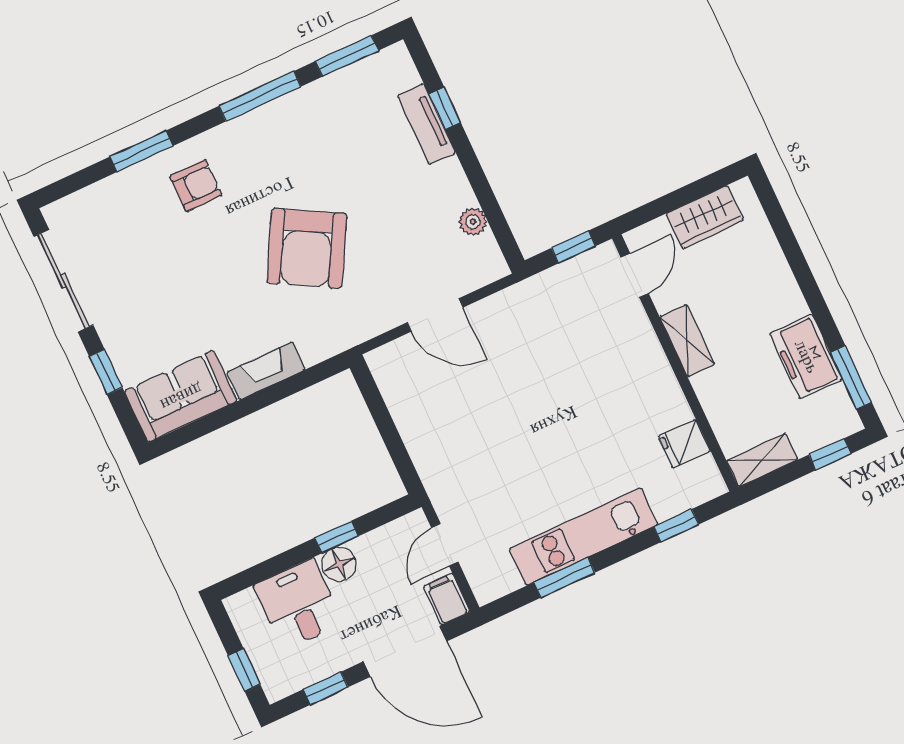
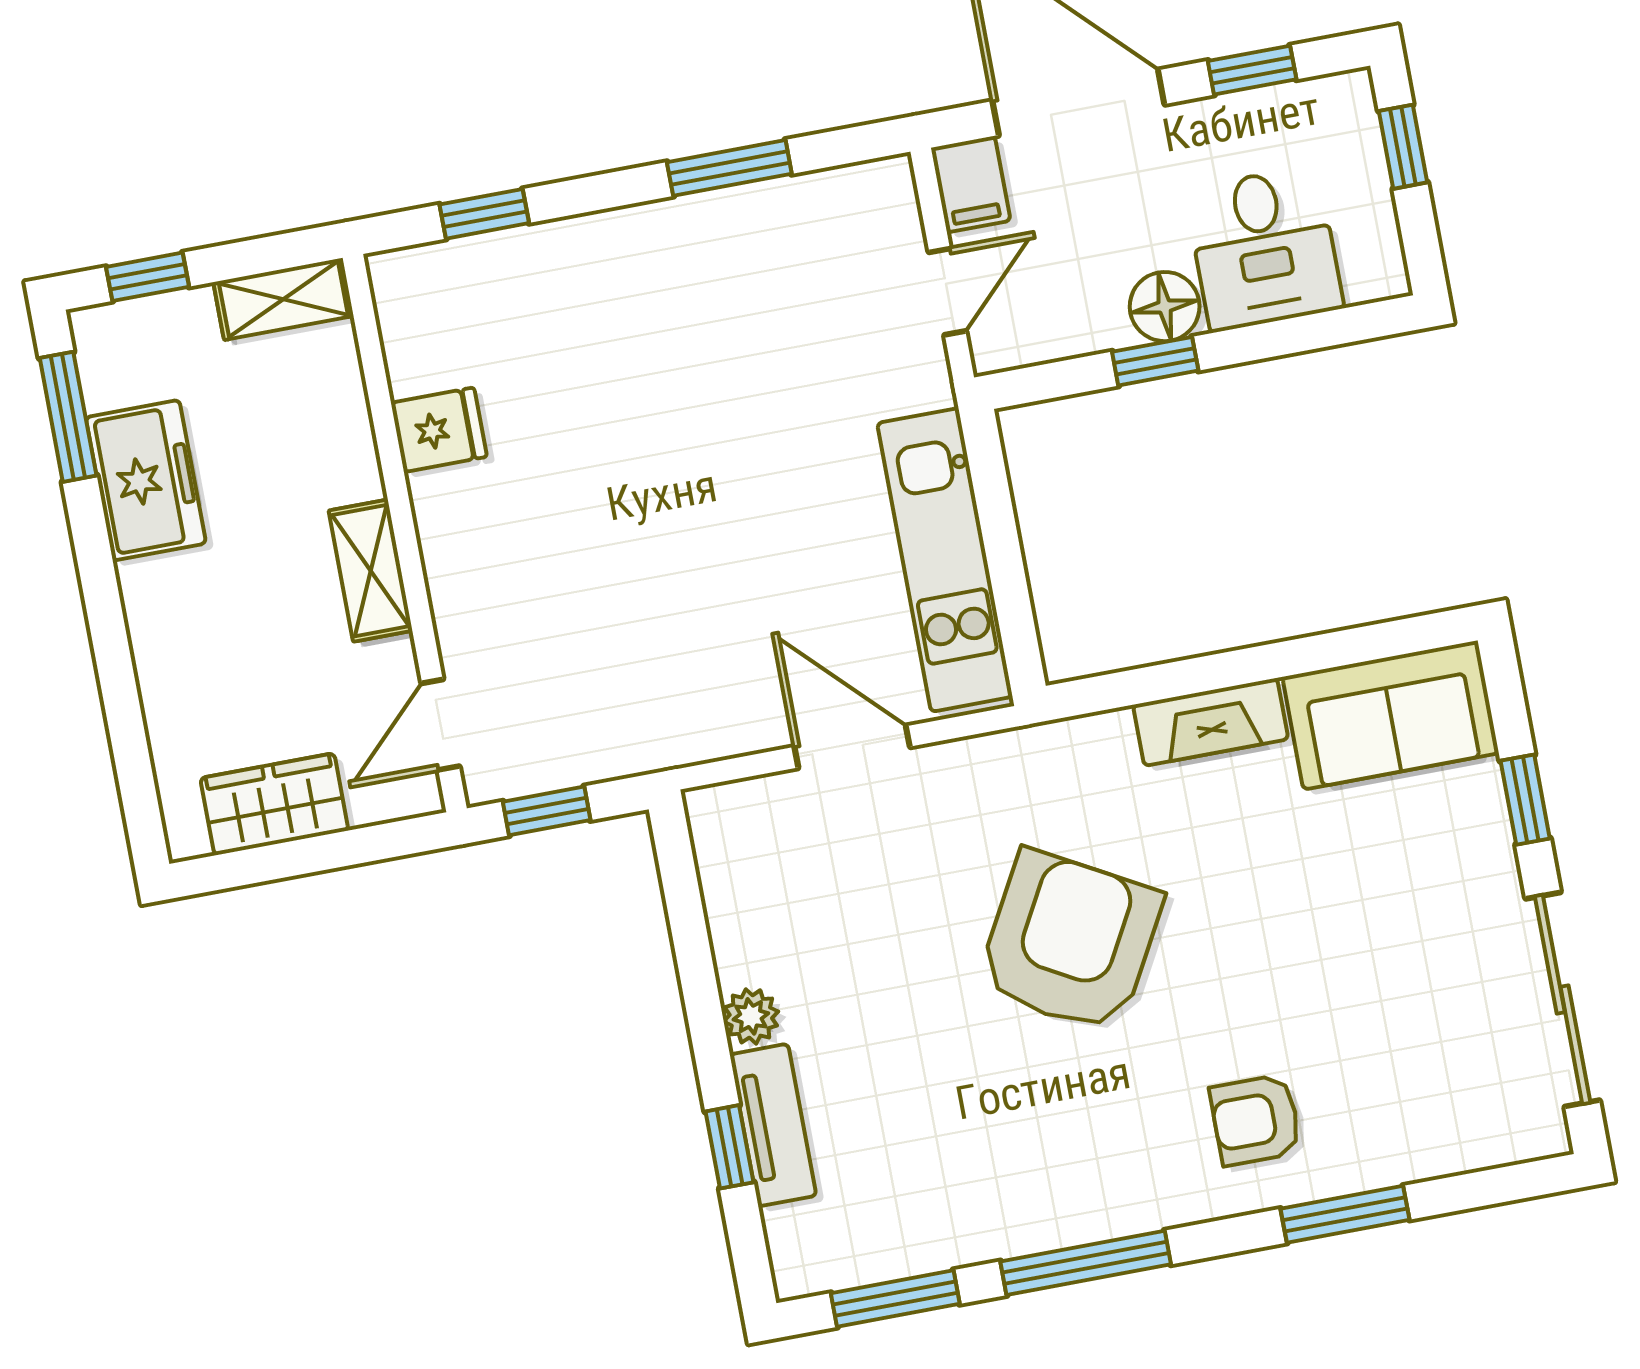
plant: (473, 222) -> (751, 1016), moved
fridge: (684, 444) -> (439, 430), moved
kitchen unit: (583, 537) -> (945, 560), moved, turned 90

